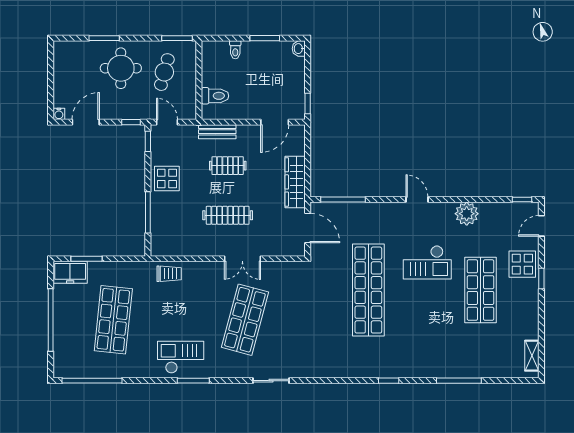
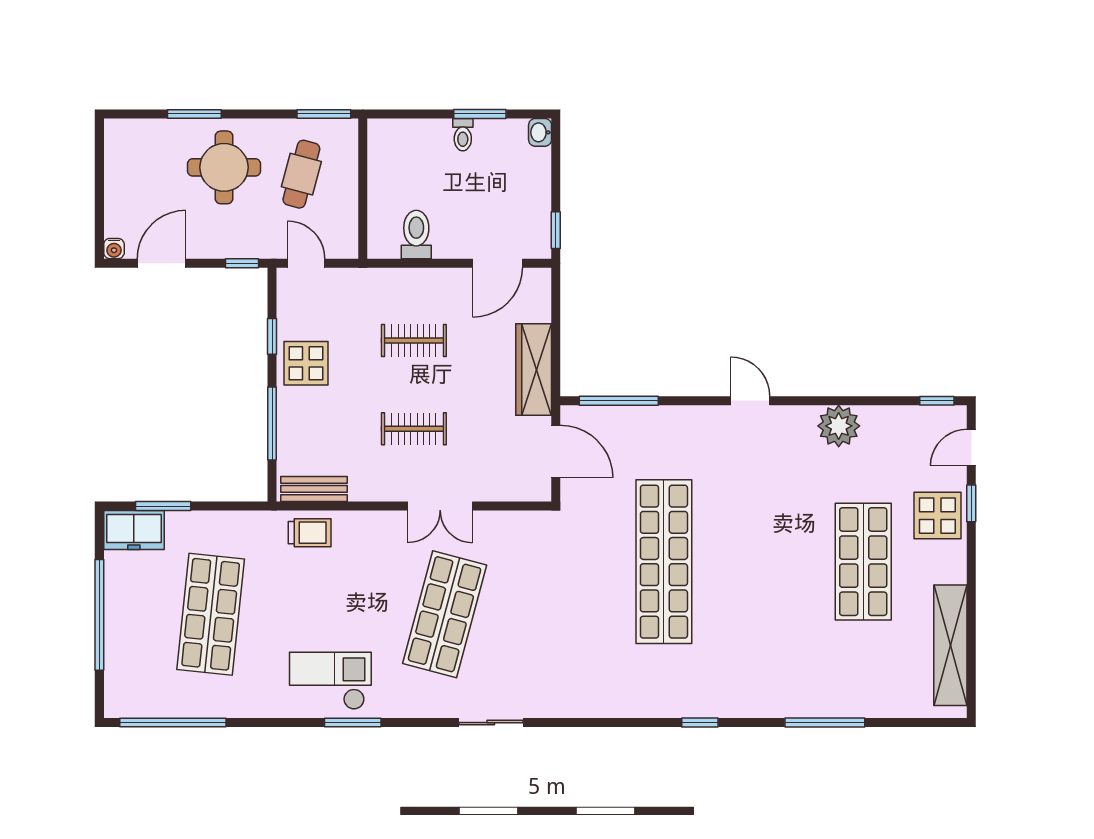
toilet: (235, 50) -> (463, 135), moved
toilet: (215, 96) -> (416, 234), moved, turned -90
bench: (217, 132) -> (314, 489), moved
window: (148, 141) -> (272, 336), moved
clothes rail: (228, 215) -> (414, 429), width x0.73
checkout: (427, 262) -> (769, 512), removed
window: (541, 278) -> (971, 503), moved
shelving: (532, 356) -> (950, 645), width x2.20, depth x1.33

